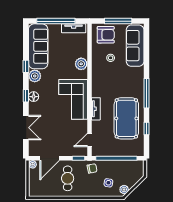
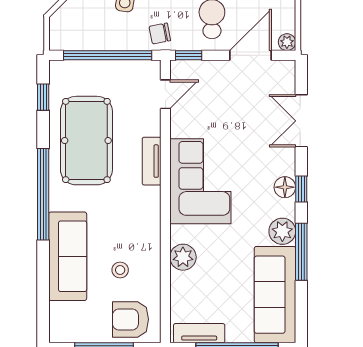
sofa: (135, 46) -> (68, 256), moved
window: (26, 66) -> (301, 252), width x2.17
window: (147, 93) -> (43, 194), width x1.46
window: (147, 128) -> (43, 97), moved

